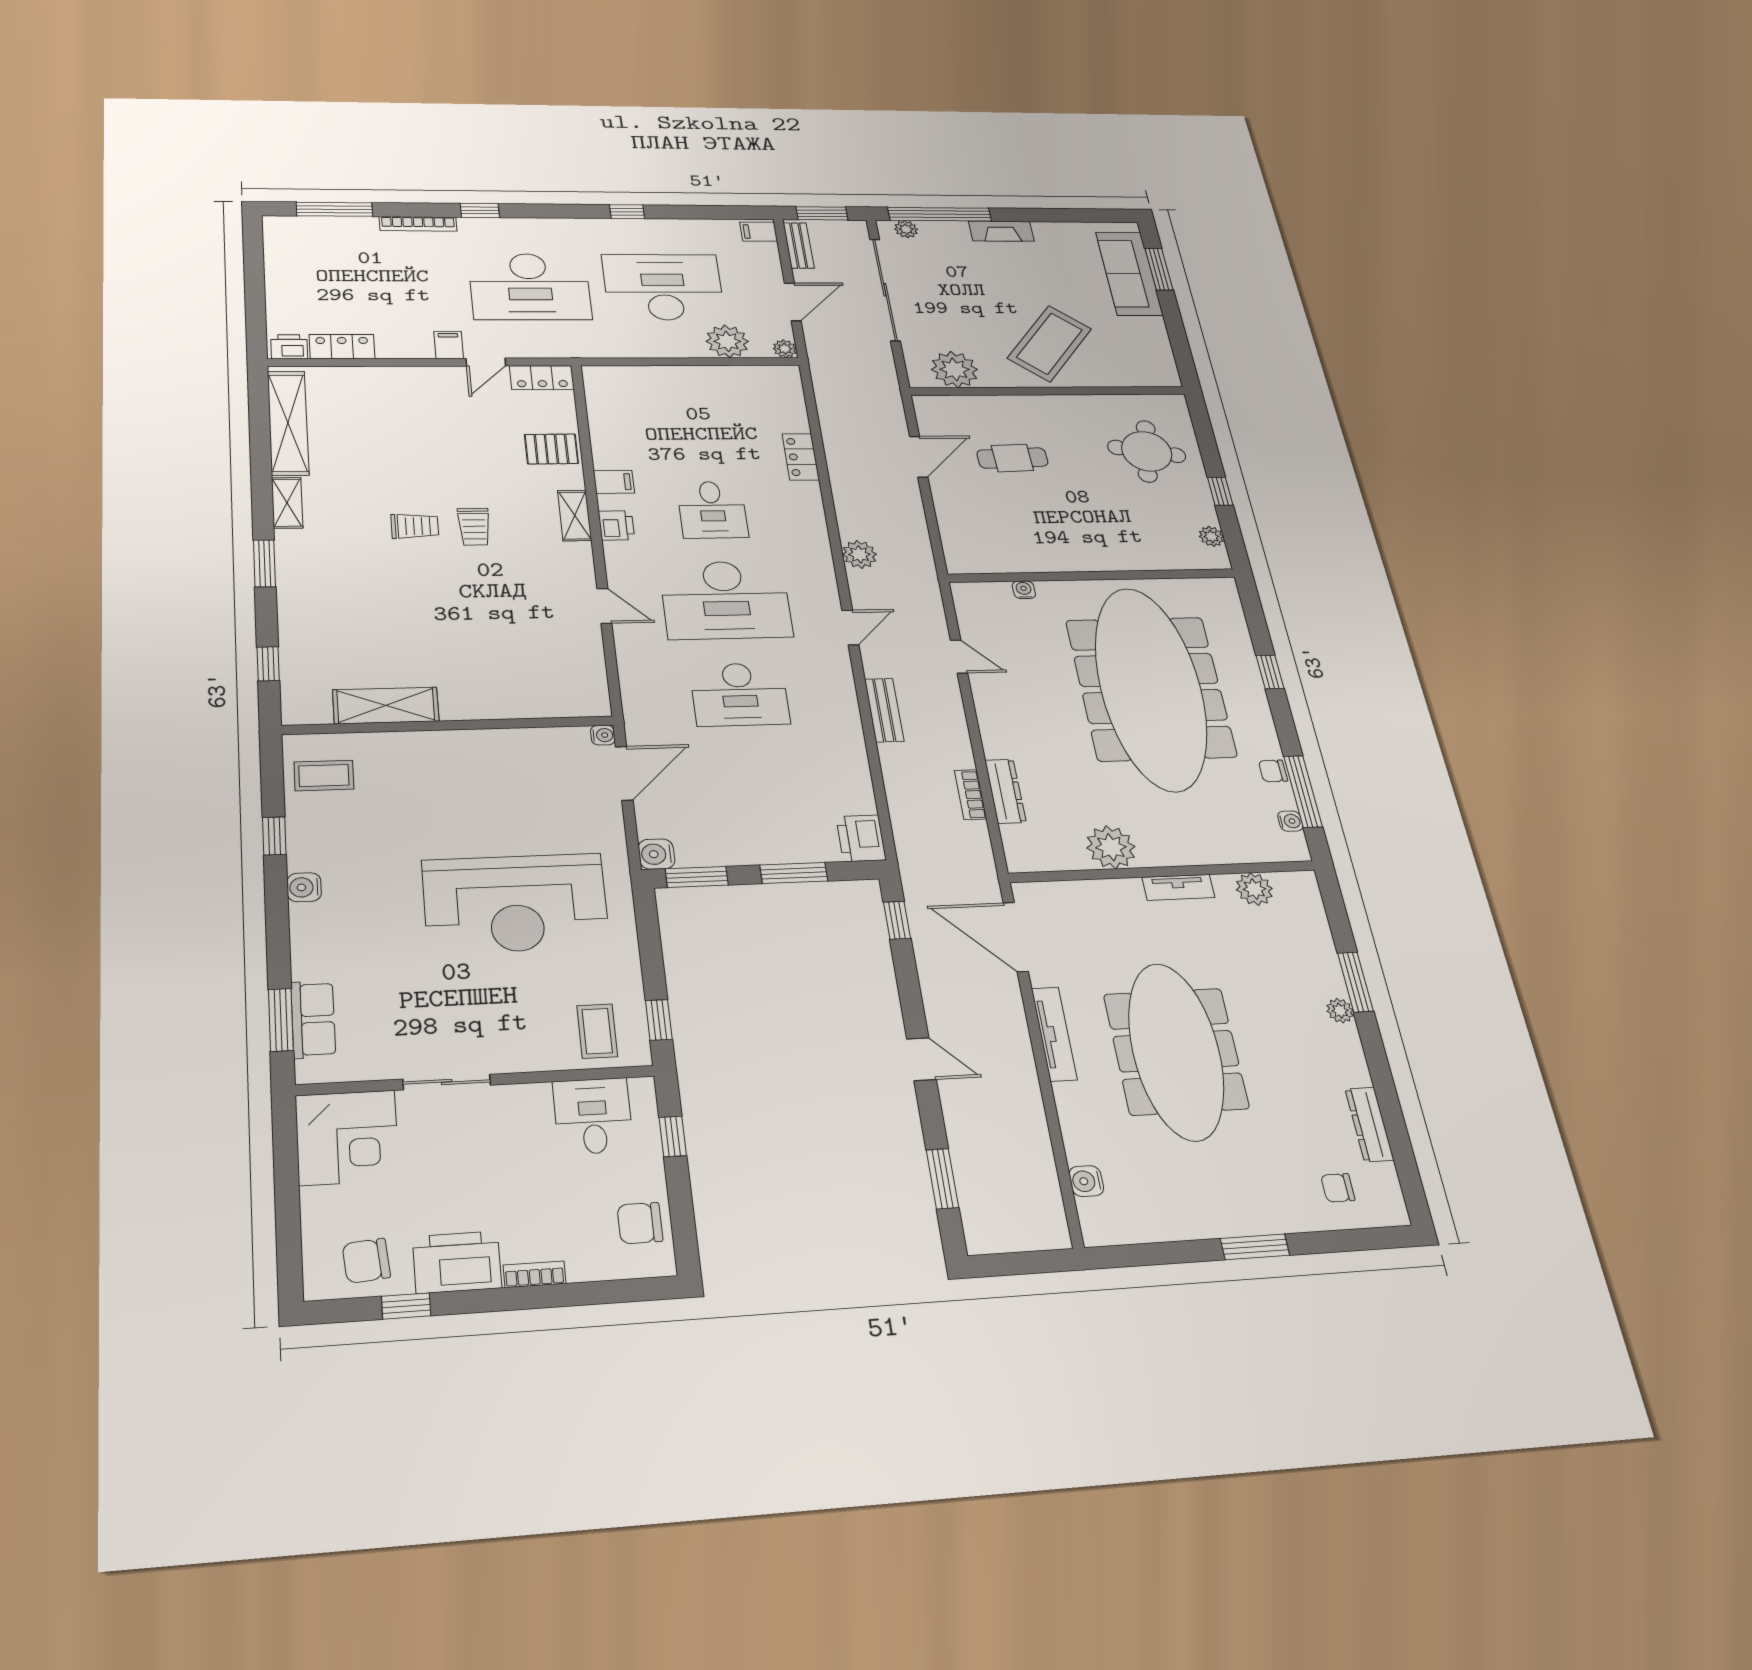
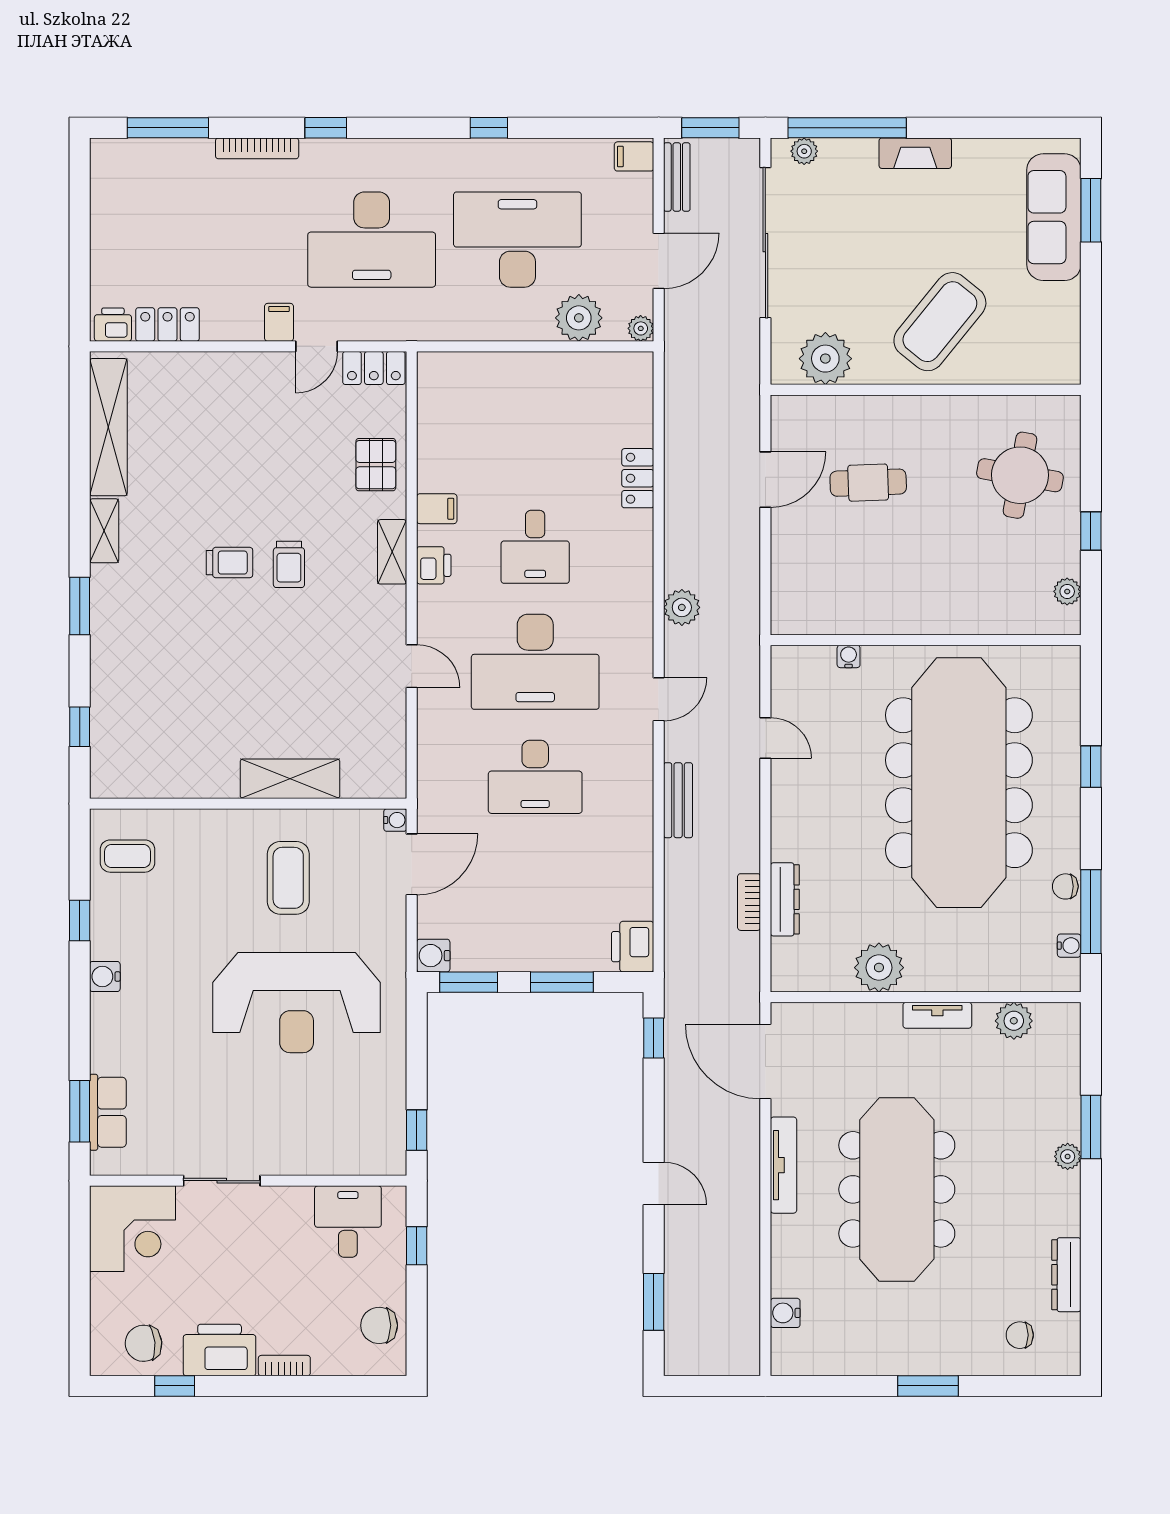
pallet: (551, 449) -> (376, 465), turned 90
shelving: (386, 706) -> (290, 779), moved
coffee table: (597, 1031) -> (288, 878), moved, width x1.36, depth x1.30

